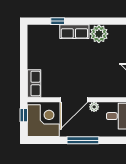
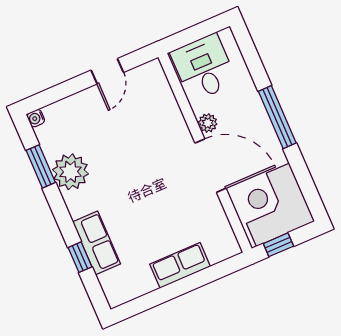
window: (107, 21) -> (41, 166), added
row of seats: (74, 32) -> (97, 243), moved
row of seats: (34, 84) -> (180, 265), moved

